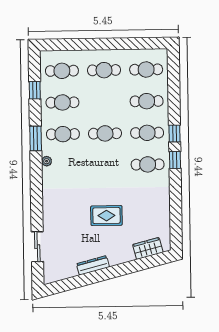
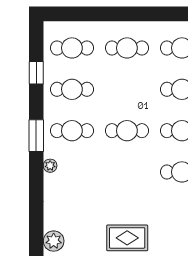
plant: (50, 219) -> (54, 241), added

